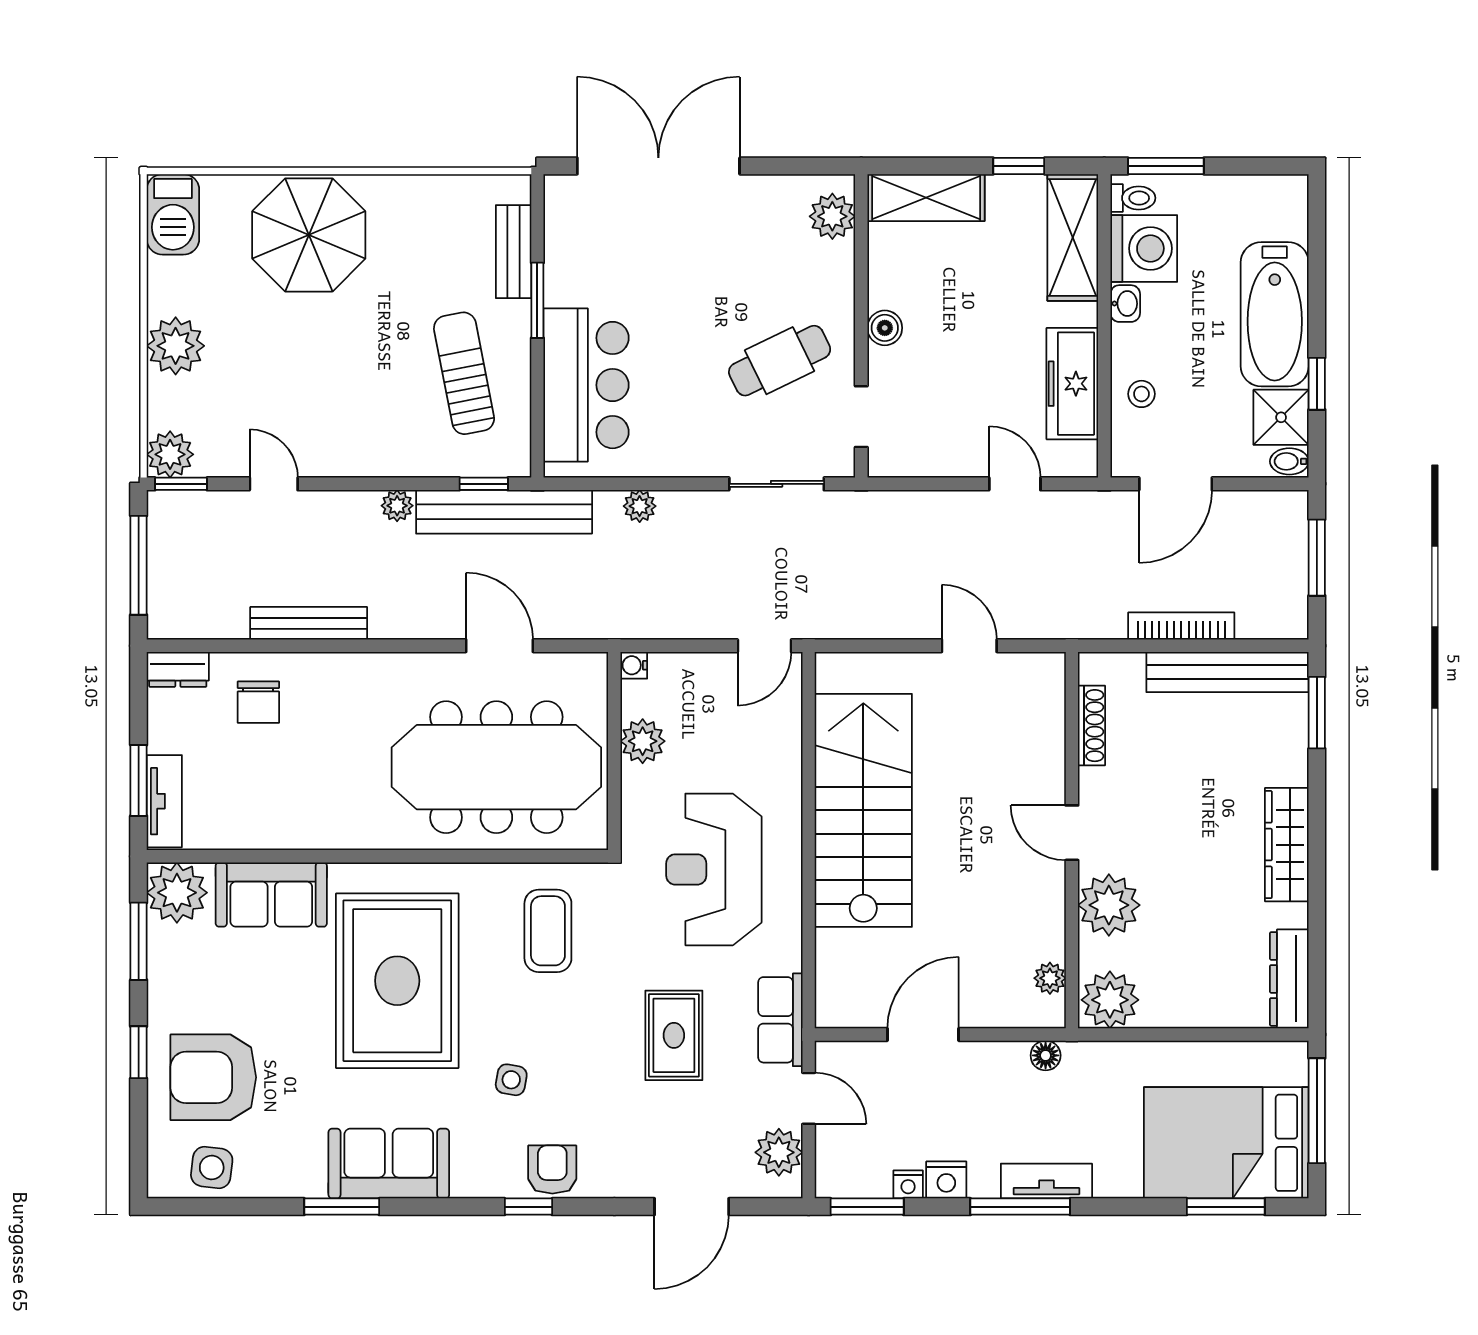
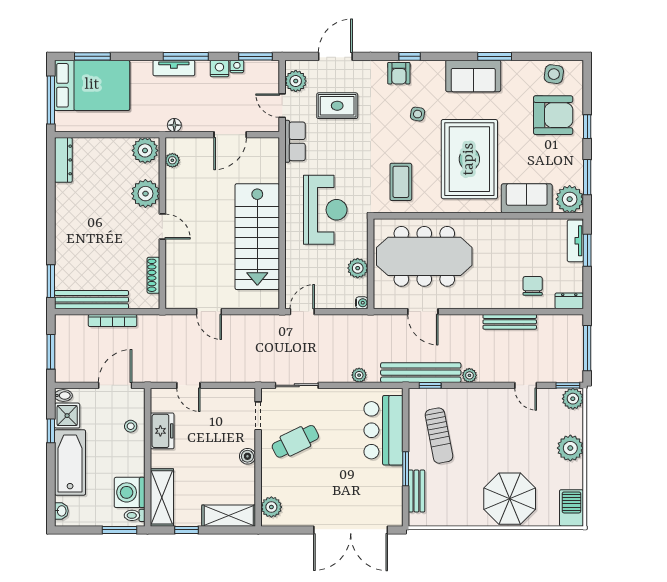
washbasin: (1125, 304) -> (61, 511), moved, turned 180
freezer: (1072, 384) -> (162, 431), width x0.71
wardrobe: (1287, 845) -> (65, 221), removed
rug: (674, 1035) -> (337, 106), moved, turned 90

